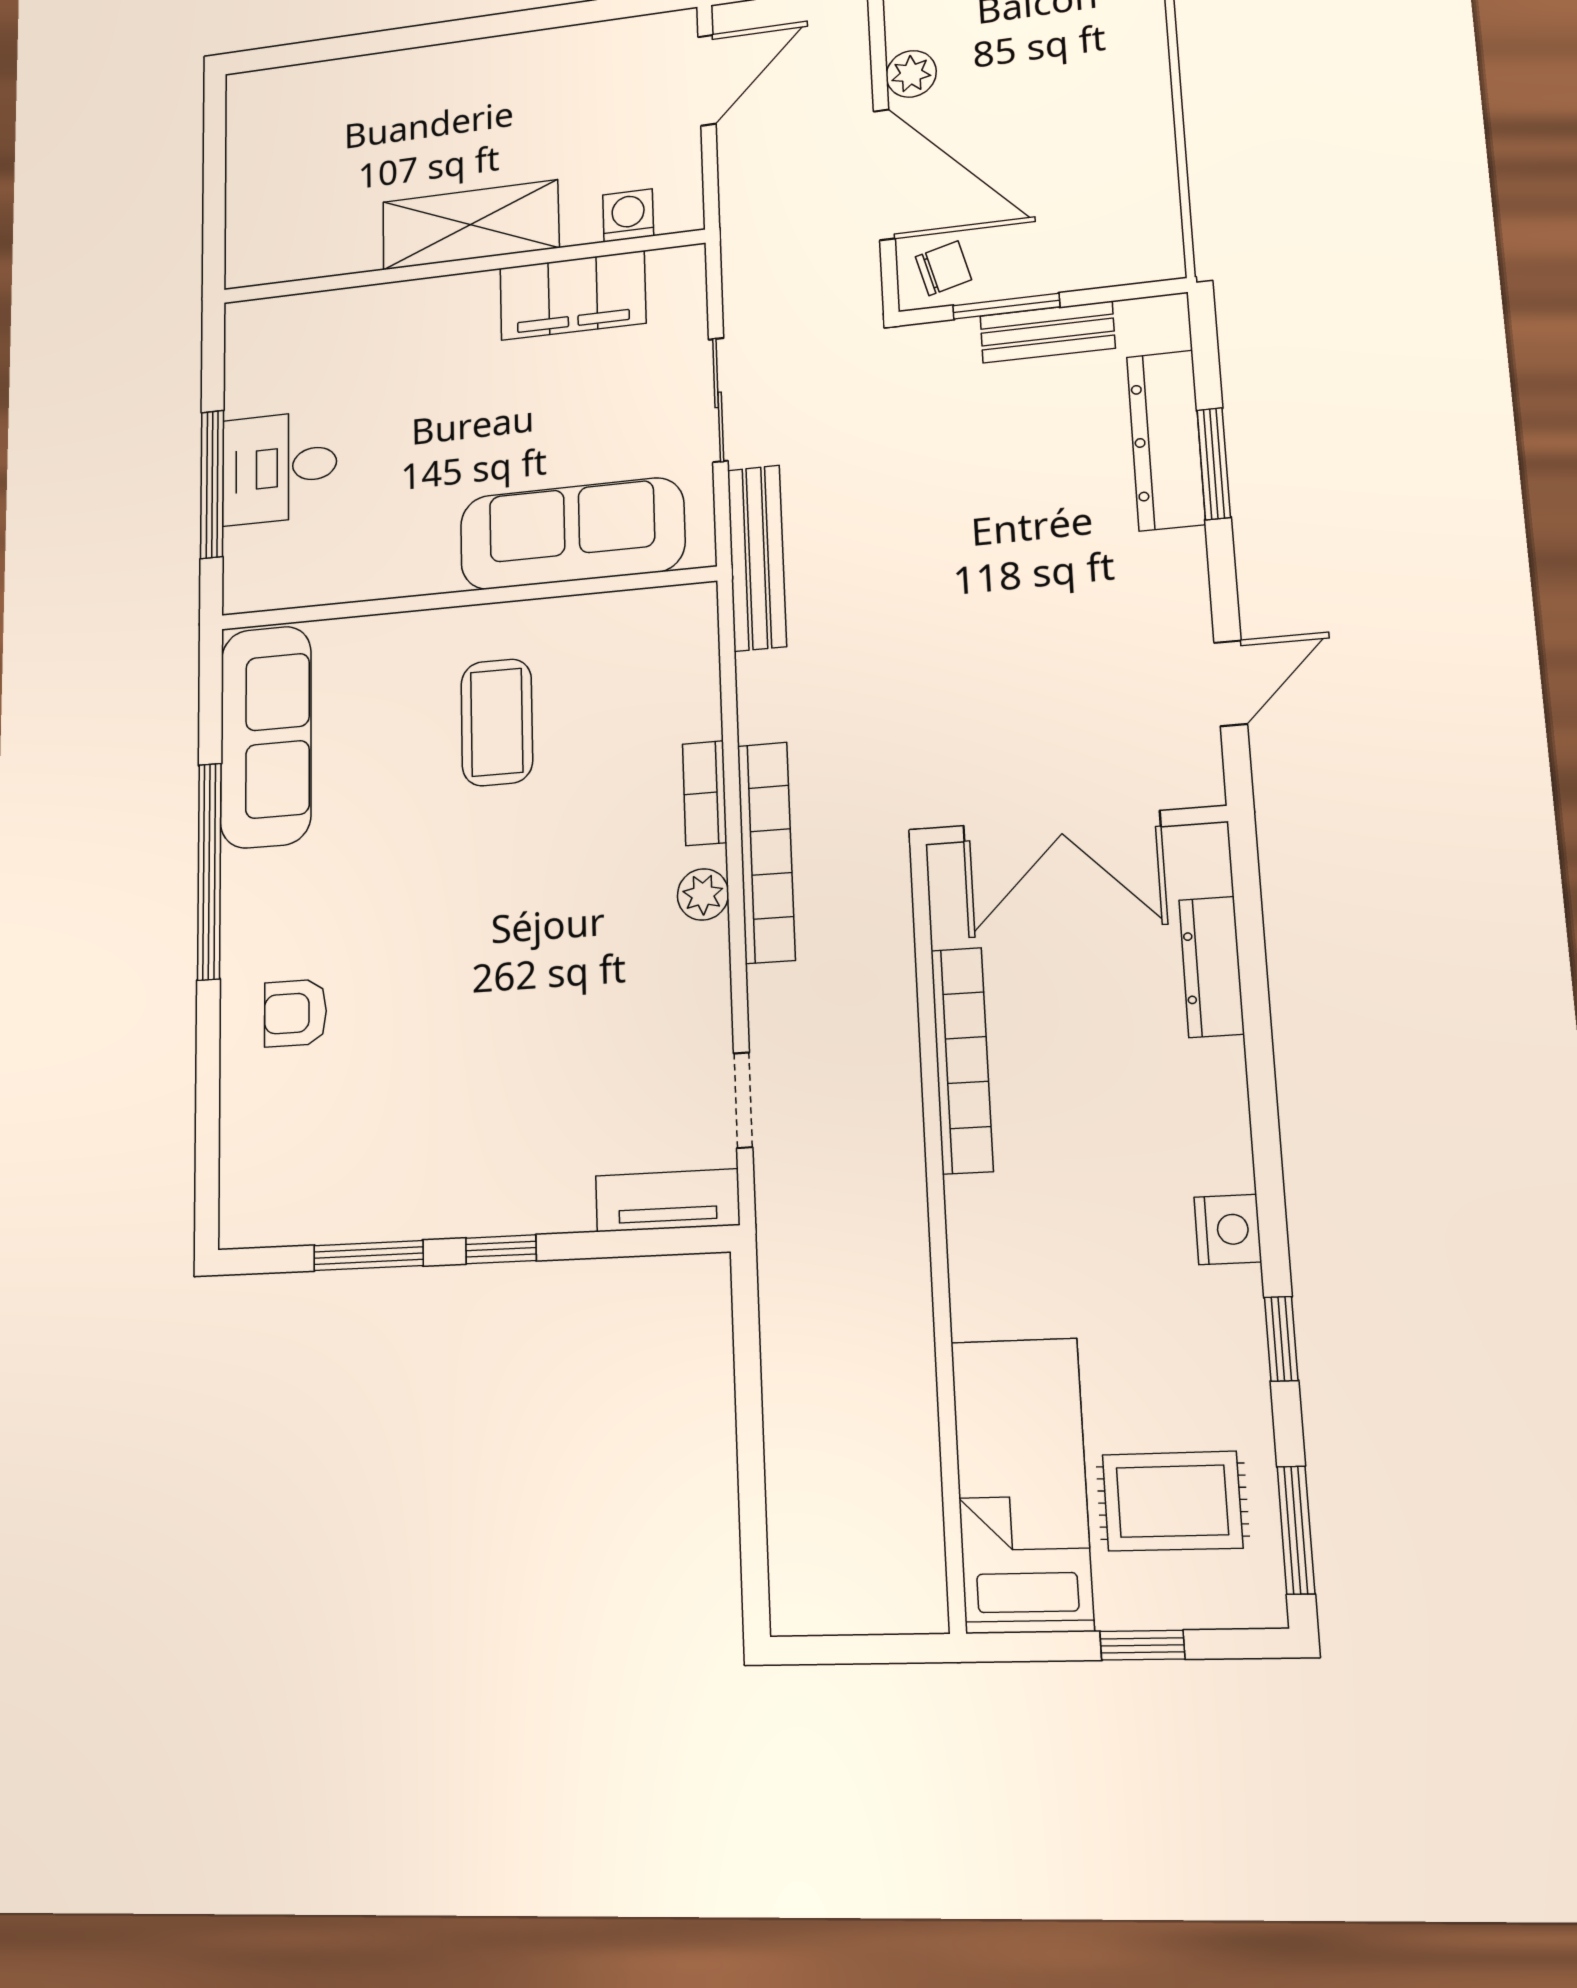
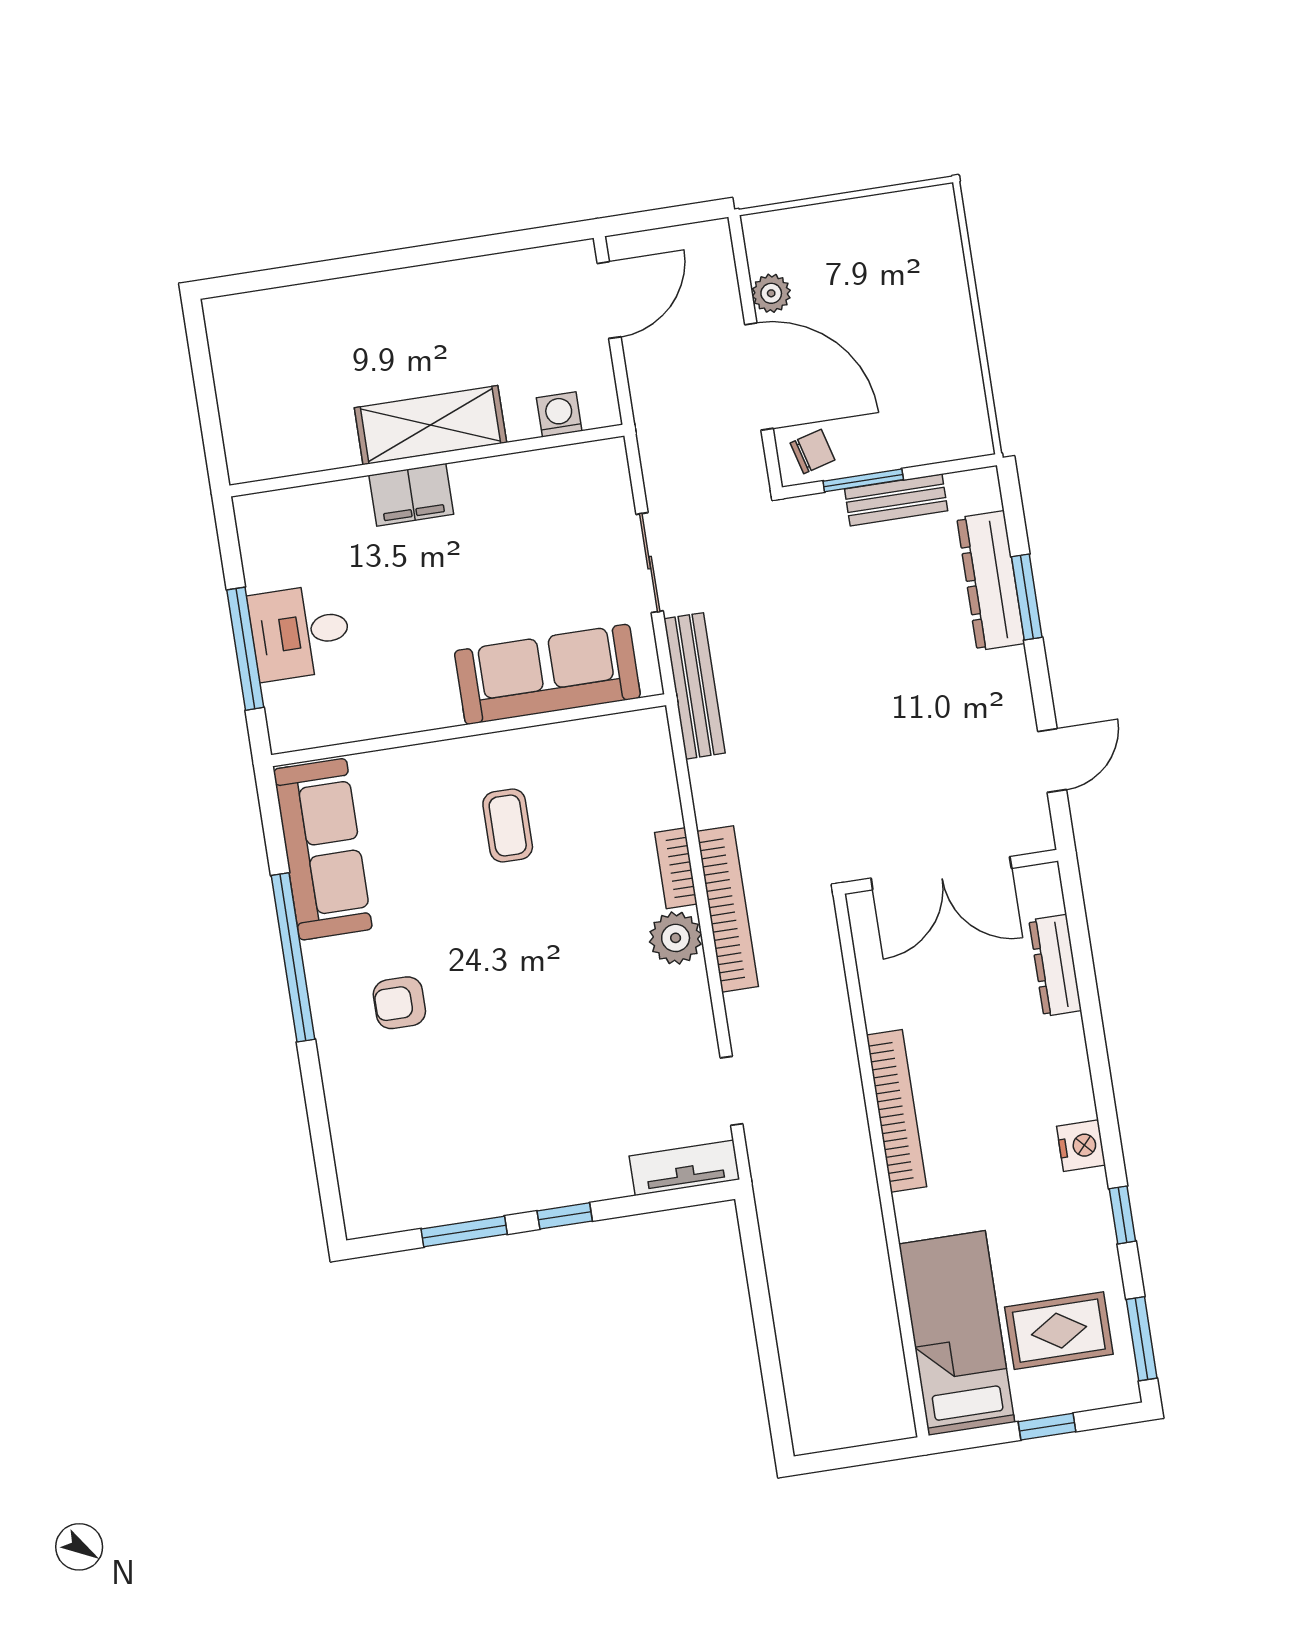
filing cabinet: (573, 296) -> (411, 495), moved, width x0.67, depth x0.86
coffee table: (497, 722) -> (508, 825), width x0.73, depth x0.77
plant: (703, 894) -> (676, 938), width x1.38, depth x1.38
armchair: (295, 1013) -> (399, 1003), moved
bookcase: (962, 1060) -> (896, 1111), moved

